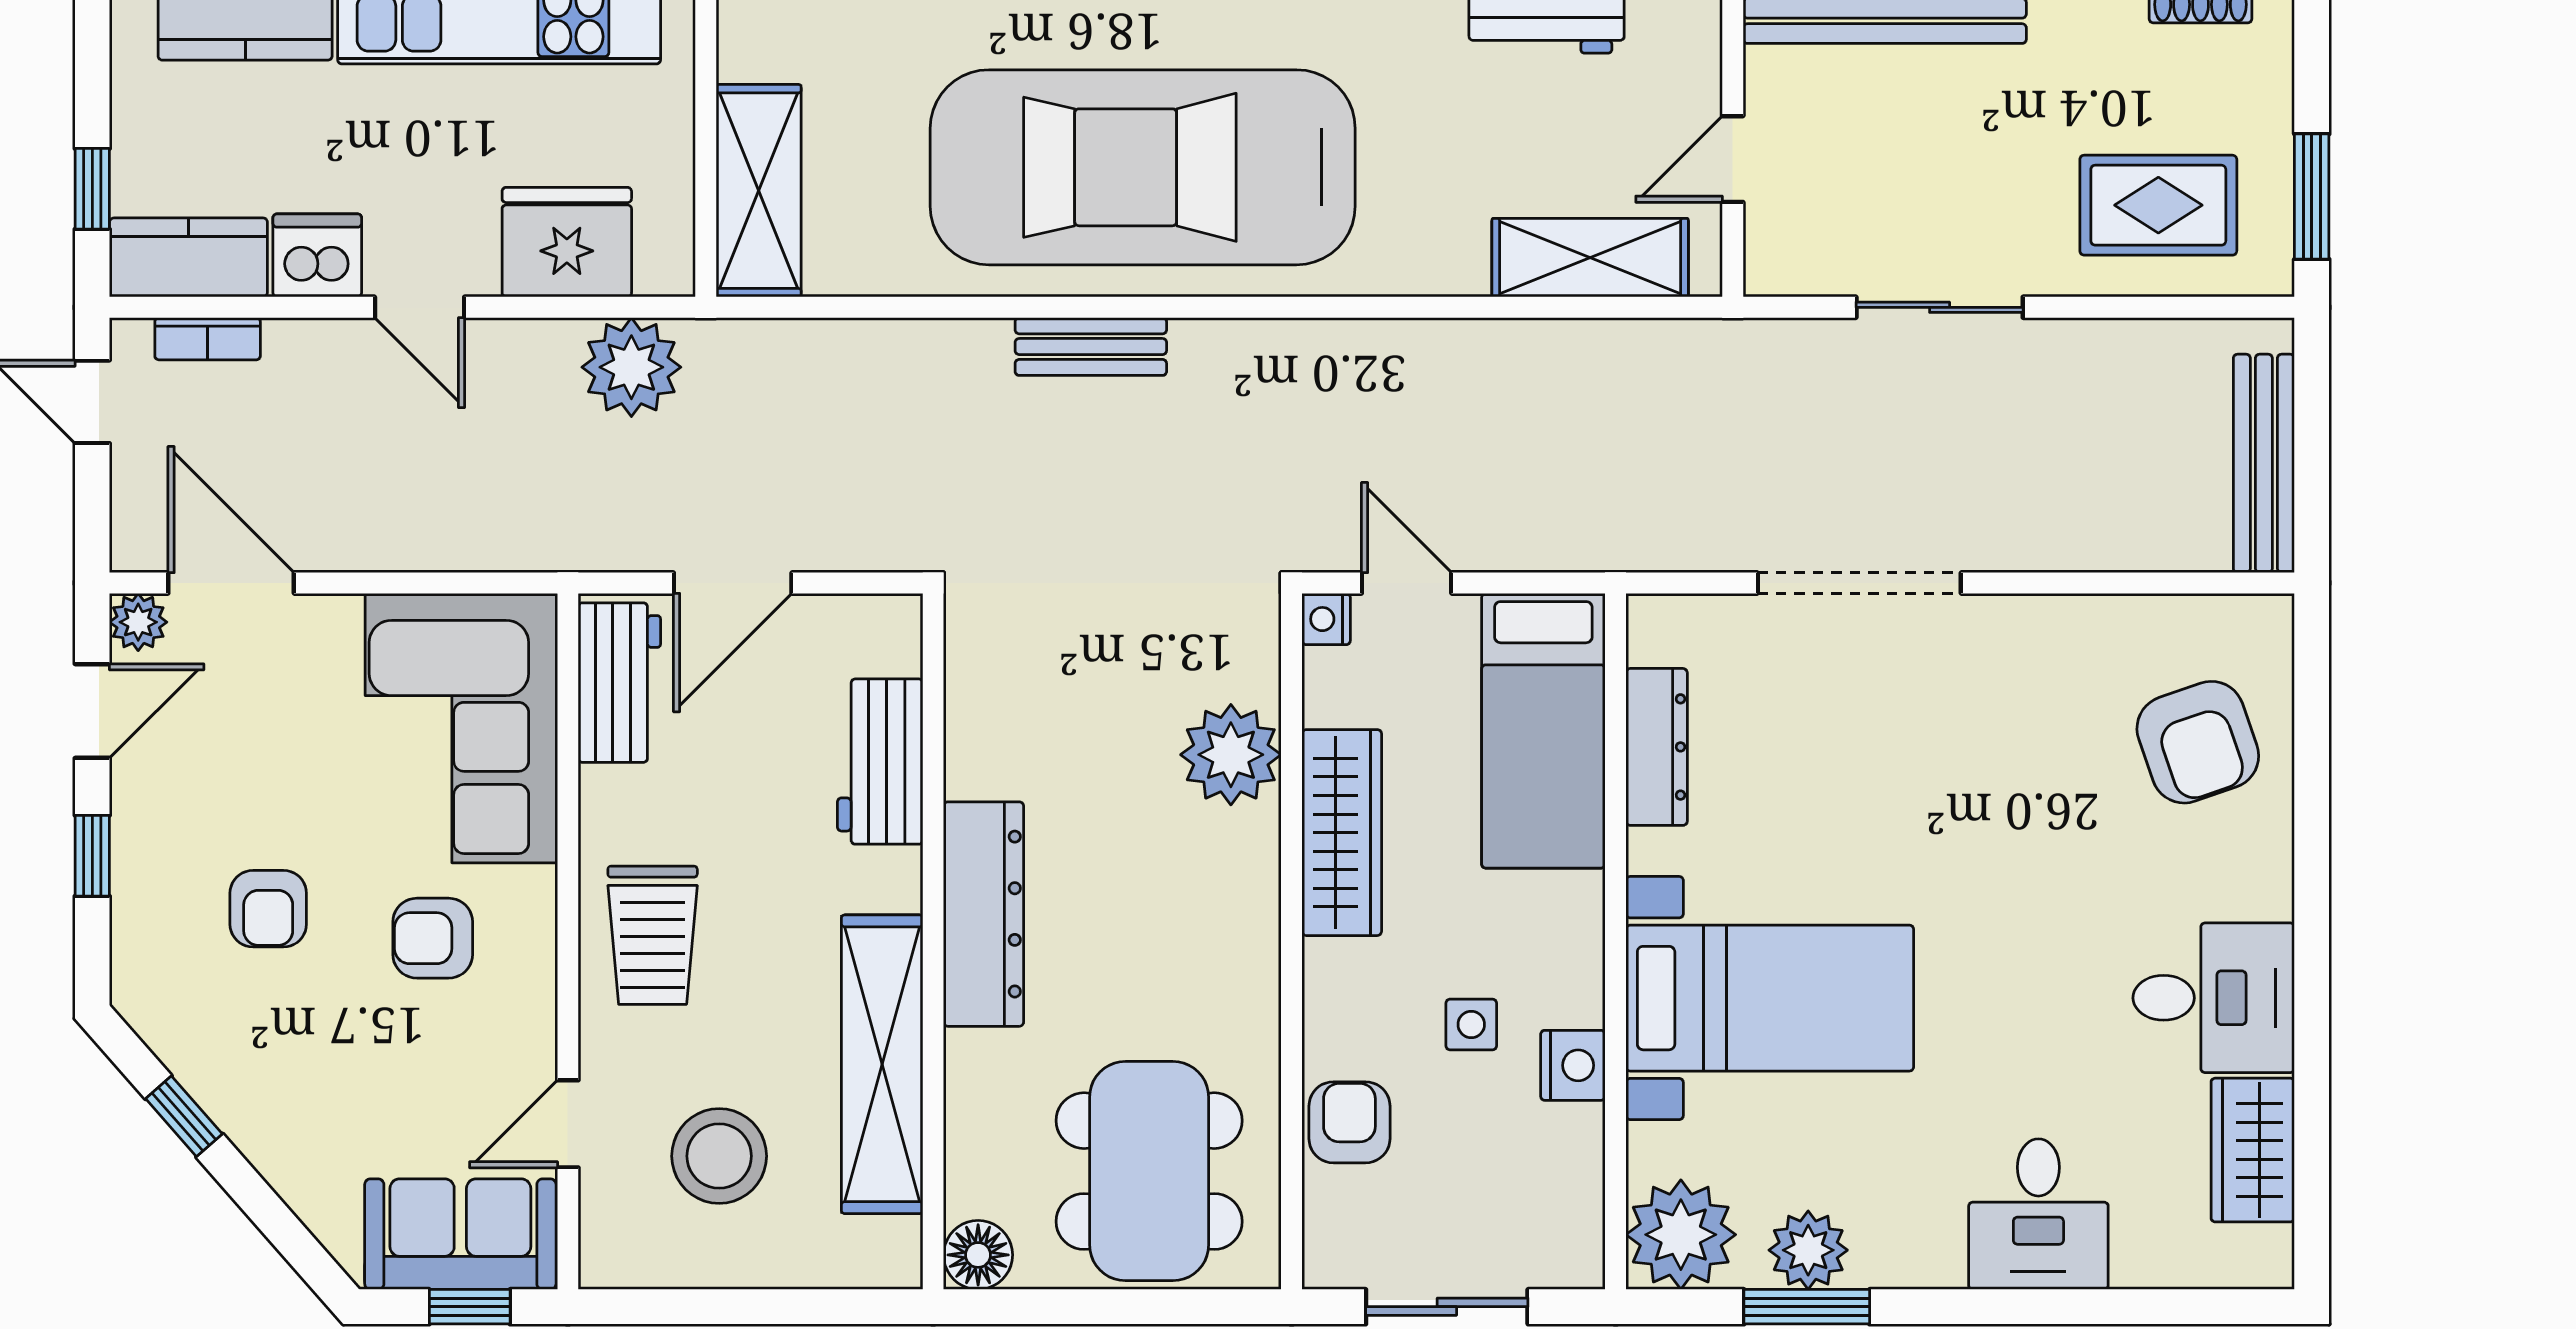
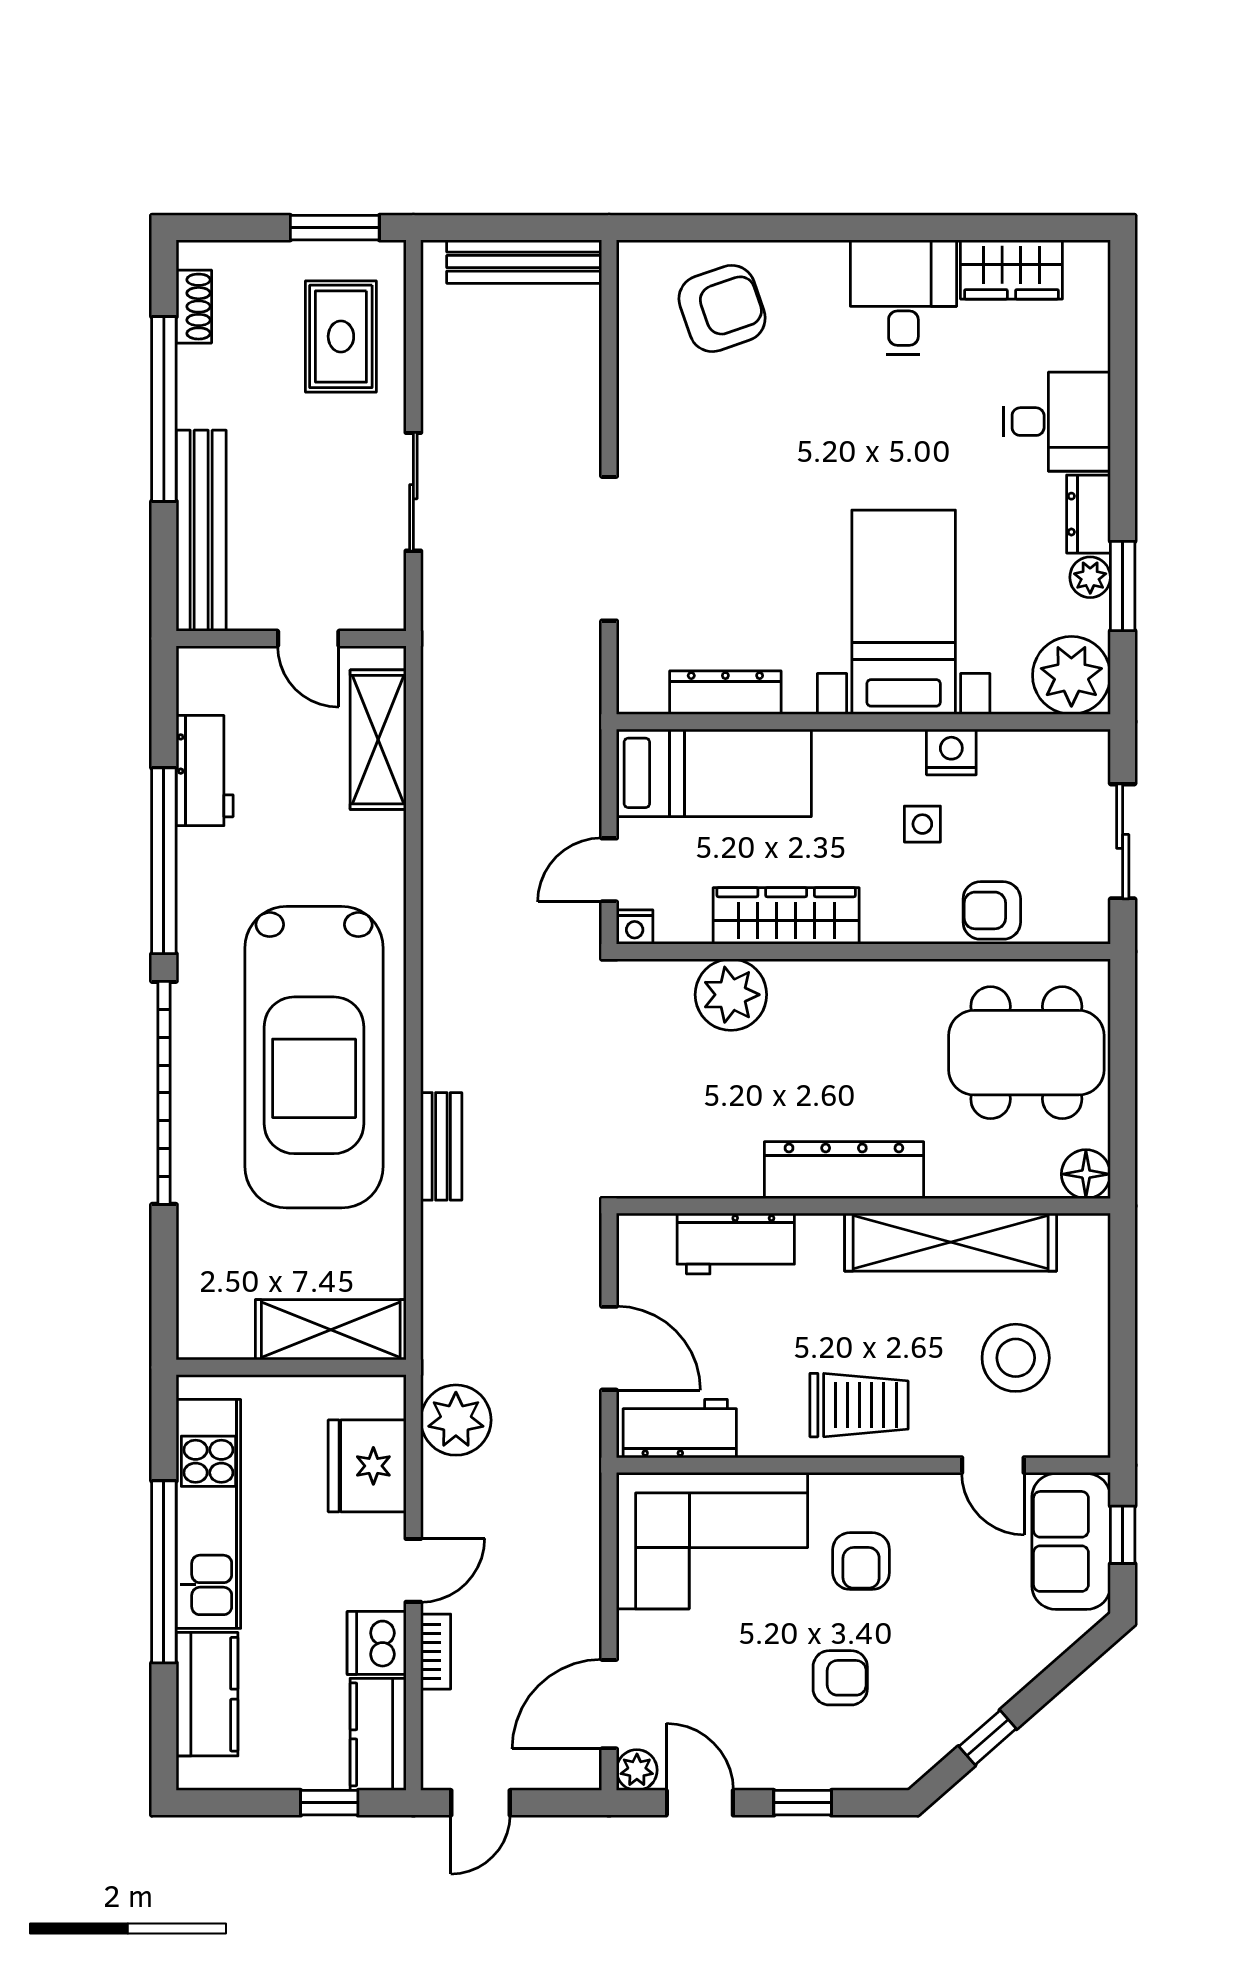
bookcase: (208, 339) -> (436, 1652), moved
bench: (1091, 347) -> (441, 1146), moved
plant: (1808, 1250) -> (1090, 577), width x0.73, depth x0.73
dresser: (1908, 1259) -> (1088, 514), added

